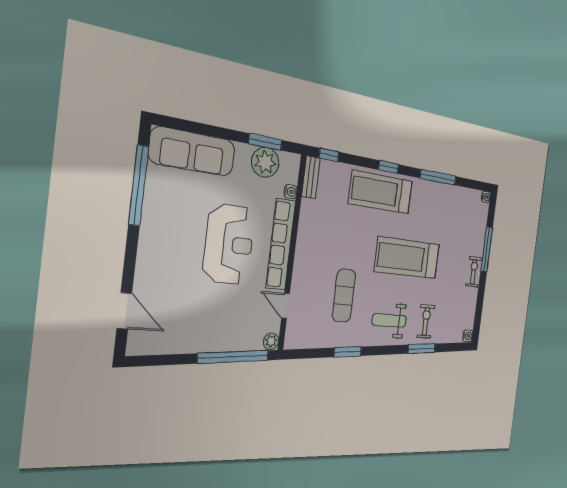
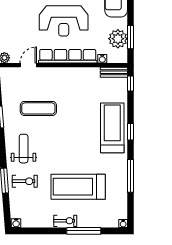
treadmill: (407, 258) -> (78, 187), moved, turned -90

